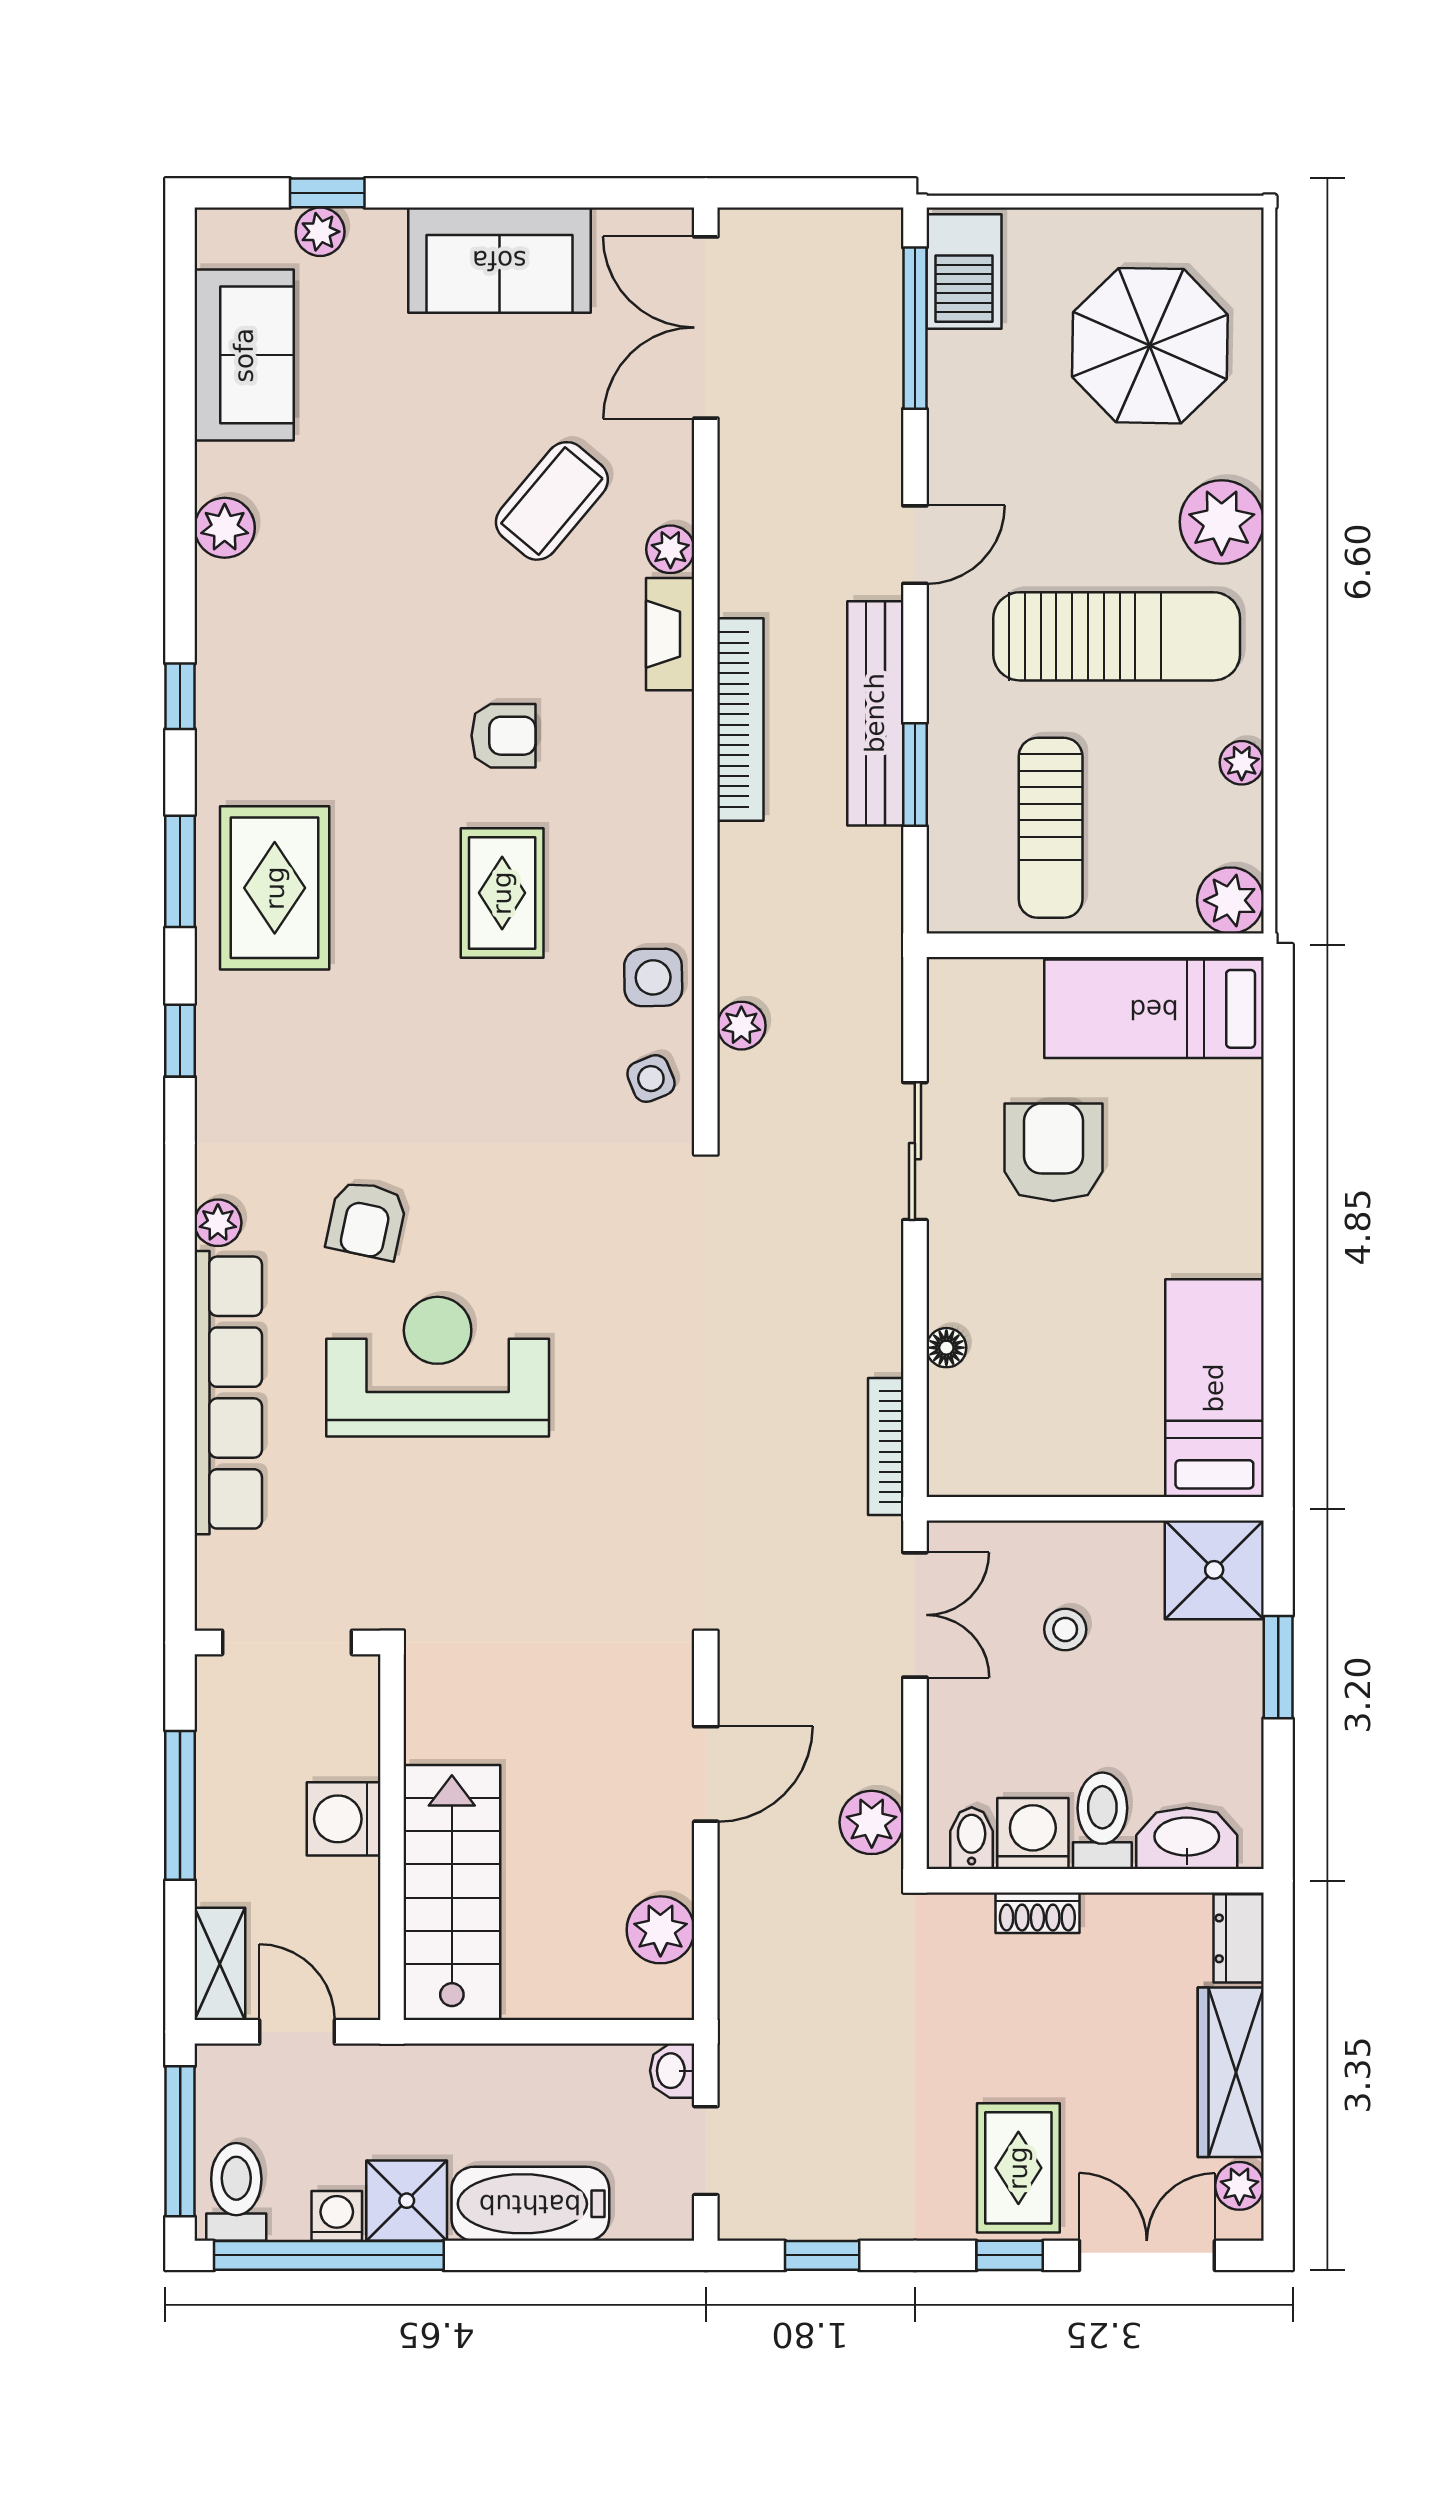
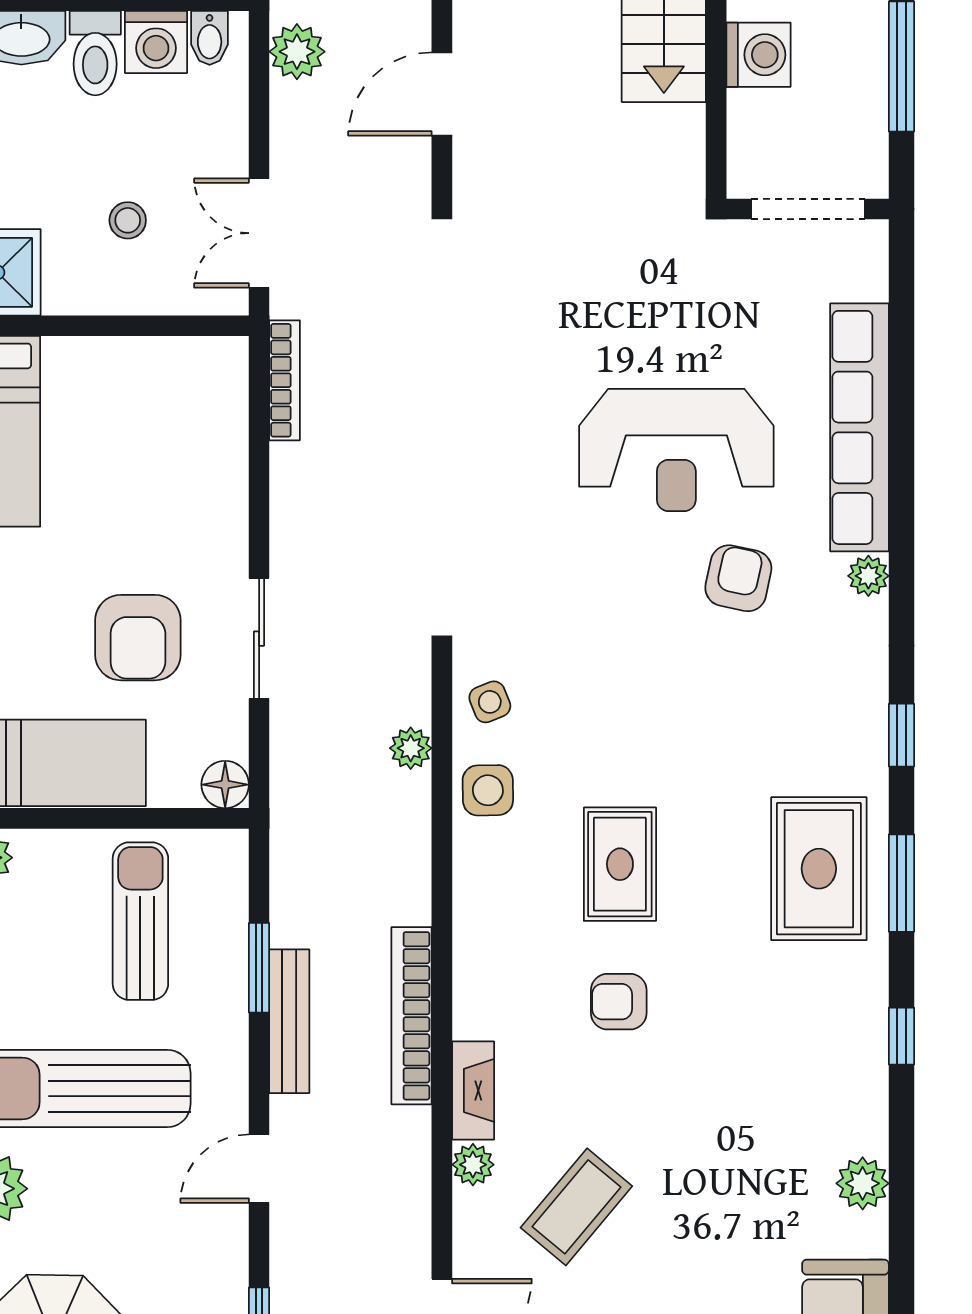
bench: (875, 713) -> (289, 1021), width x0.73, depth x0.82
floor lamp: (946, 1348) -> (225, 785), moved, width x1.37, depth x1.37

